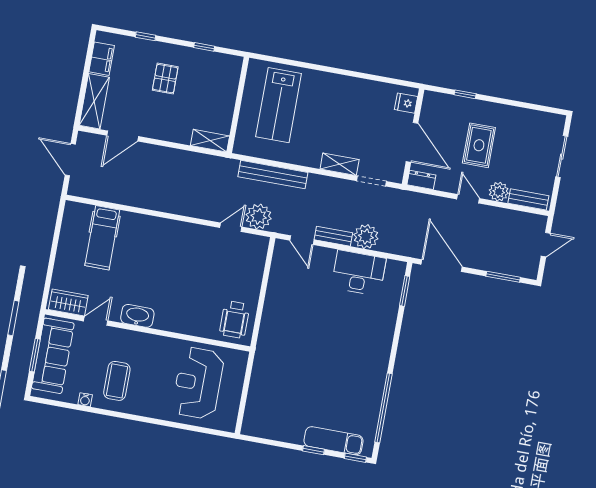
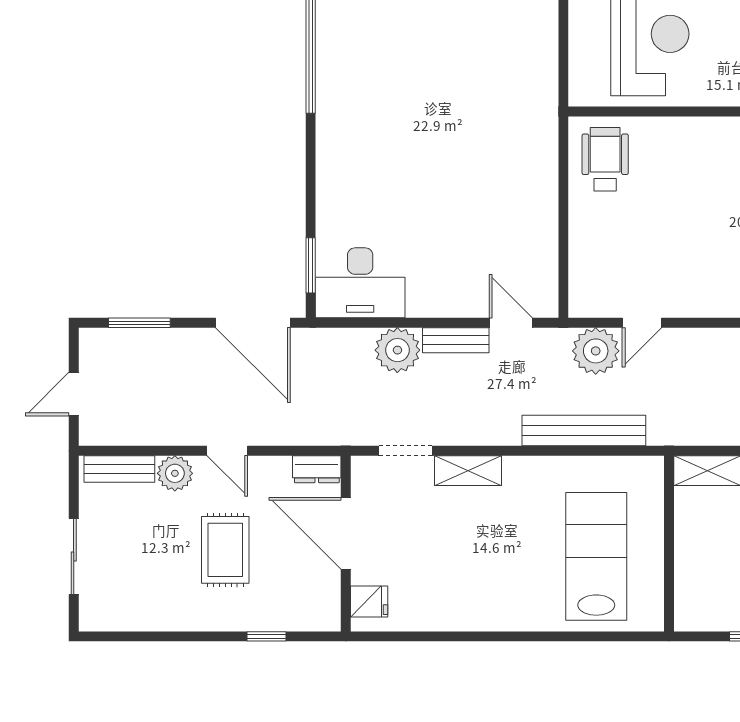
desk: (359, 273) -> (360, 283), moved

